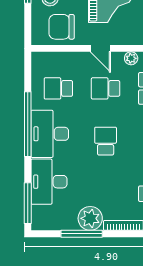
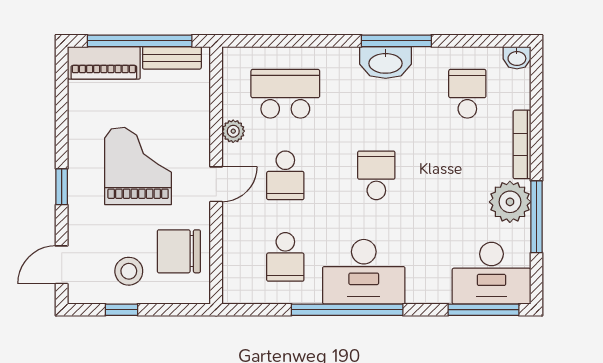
chair: (62, 27) -> (179, 251), turned 90
school desk: (106, 141) -> (376, 175), turned 90
desk: (49, 182) -> (491, 273), moved

